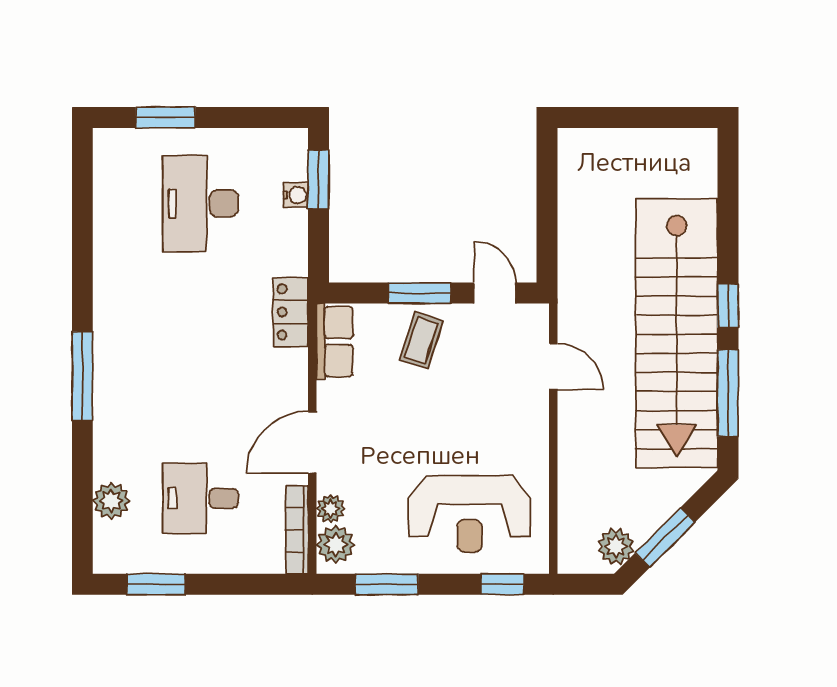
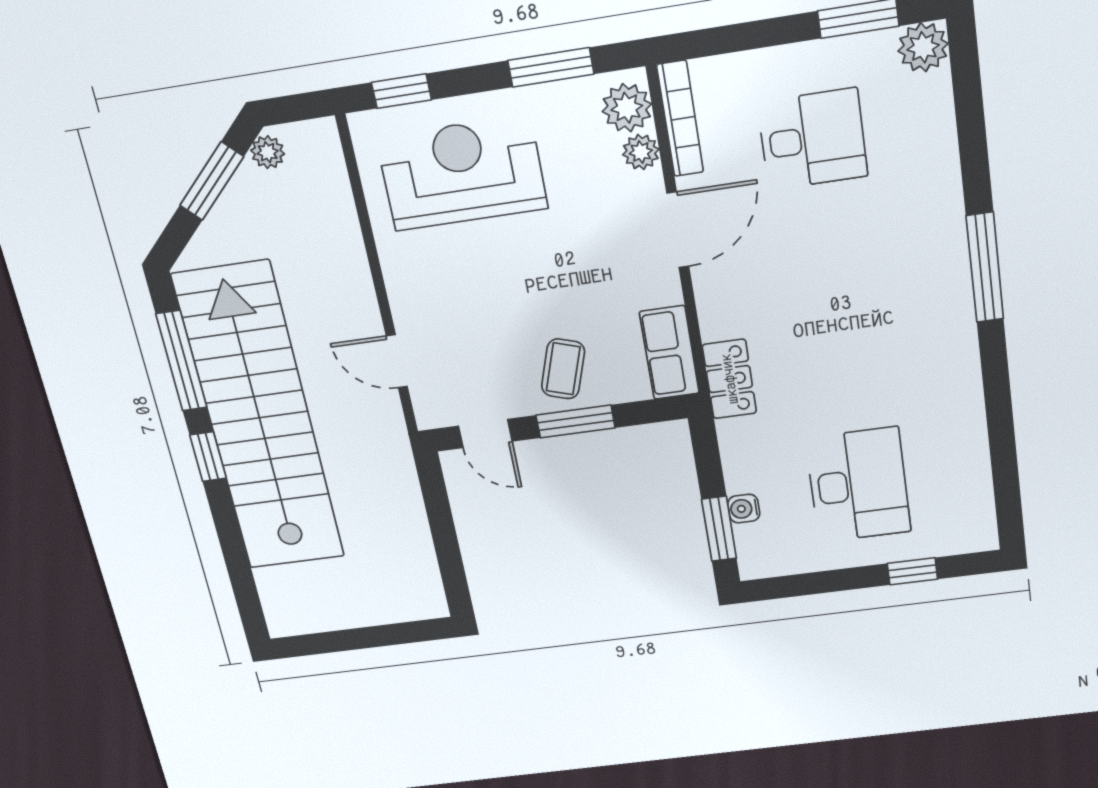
window: (166, 117) -> (912, 571), width x0.67
plant: (111, 501) -> (923, 47), moved
plant: (616, 546) -> (268, 152), width x0.73, depth x0.73

